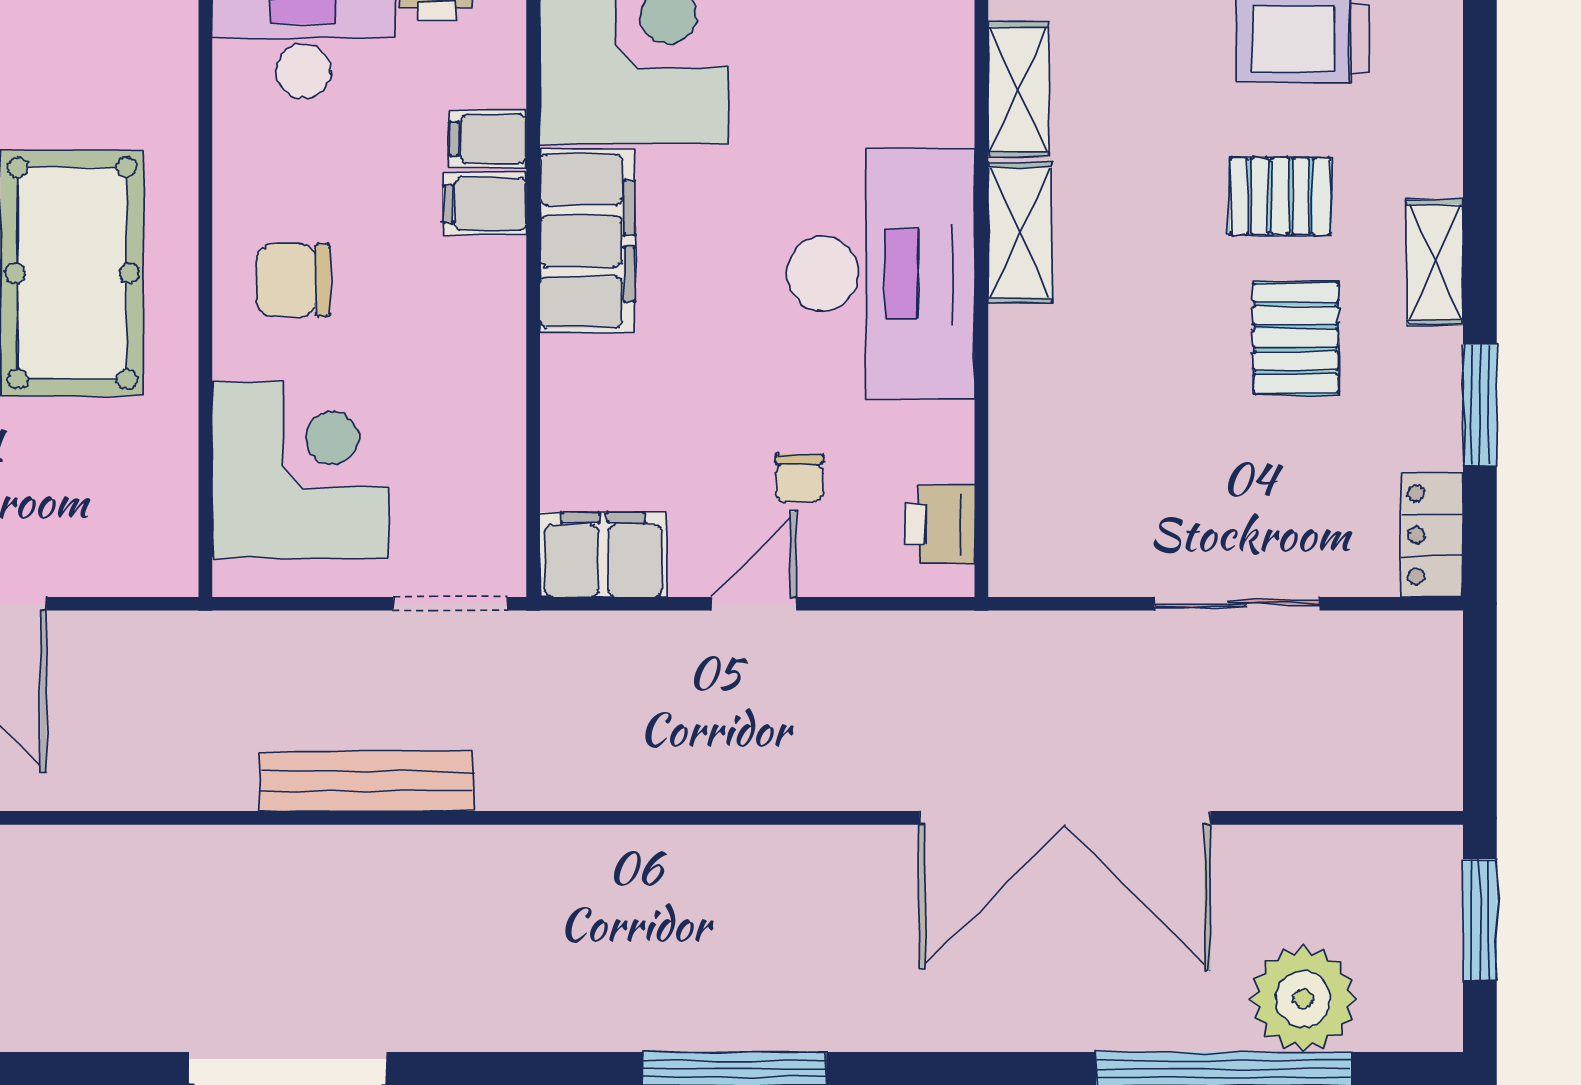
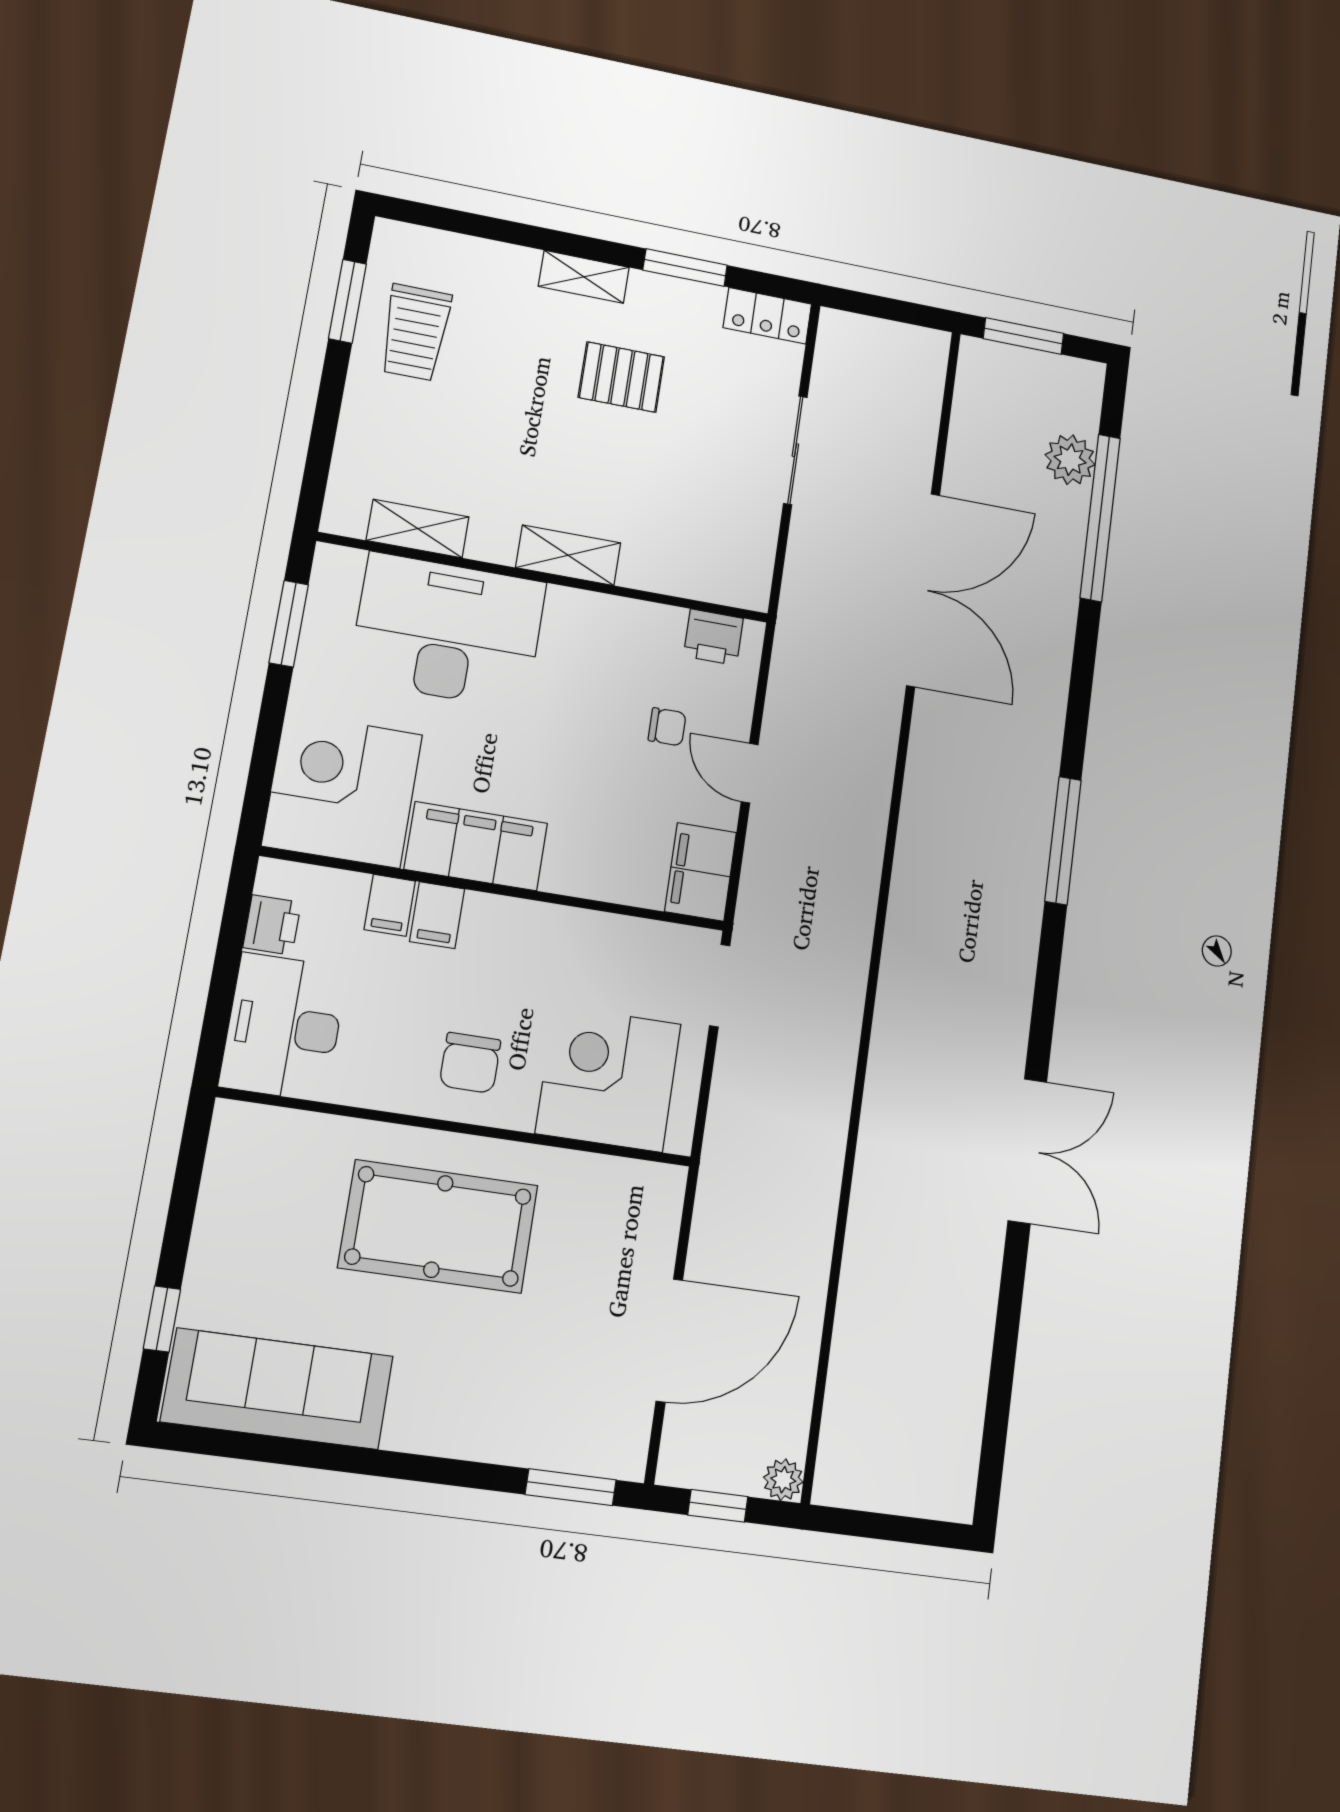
pallet: (1280, 196) -> (522, 368), removed
shelving: (1020, 233) -> (568, 555), moved
desk: (881, 274) -> (448, 631), moved
bench: (366, 781) -> (836, 1065), removed
plant: (1303, 999) -> (1070, 460), width x0.73, depth x0.73

